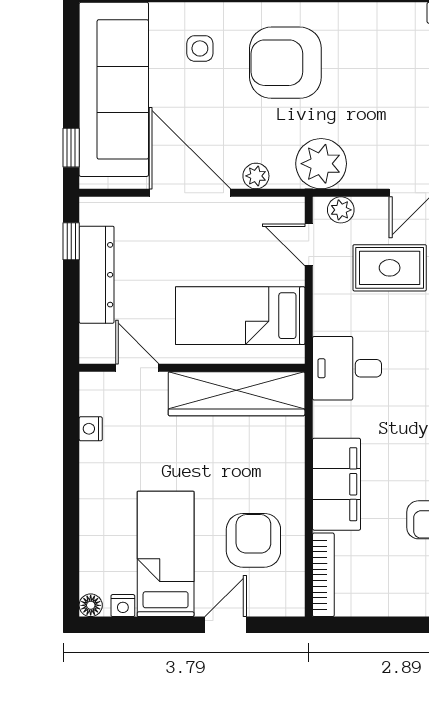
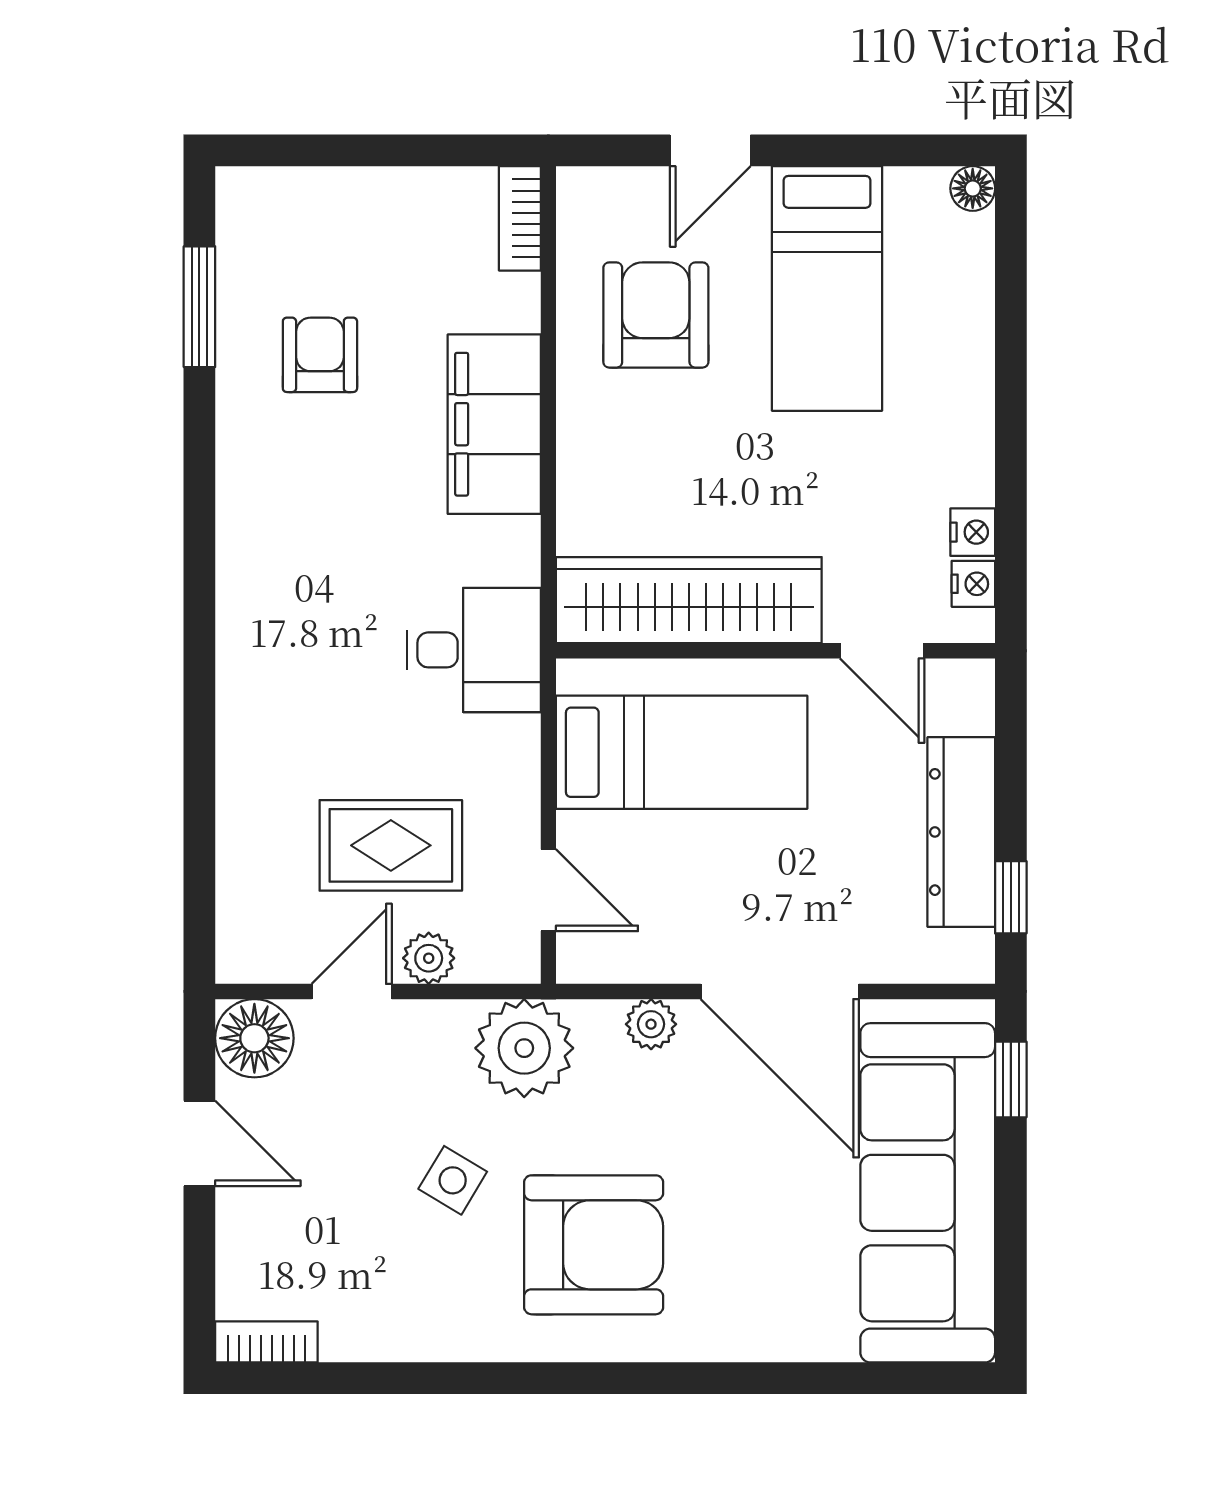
side table: (200, 48) -> (453, 1180), moved, turned 31
plant: (341, 210) -> (429, 958), moved
armchair: (253, 540) -> (656, 315), turned 180
bookcase: (323, 575) -> (520, 218), width x0.64
nightstand: (123, 606) -> (973, 584), moved, turned 90

